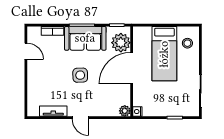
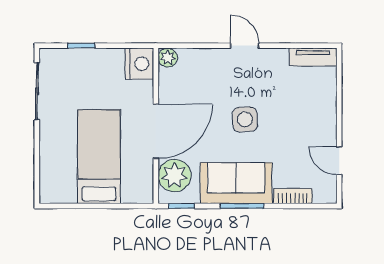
stool: (187, 43) -> (59, 175), removed
tv unit: (53, 111) -> (313, 57), moved
nightstand: (137, 112) -> (139, 64), width x1.89, depth x1.79

